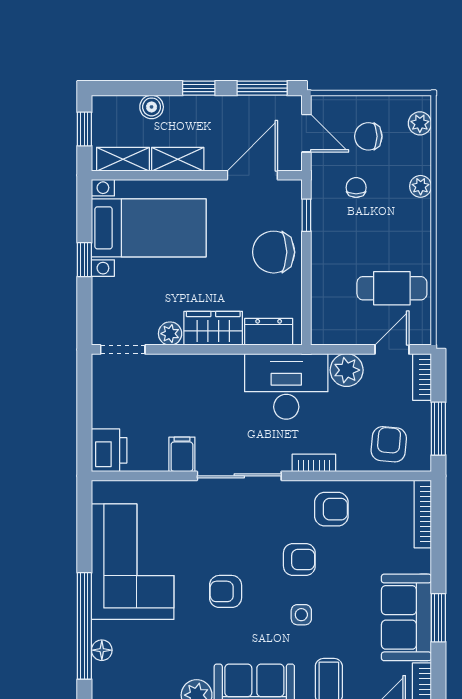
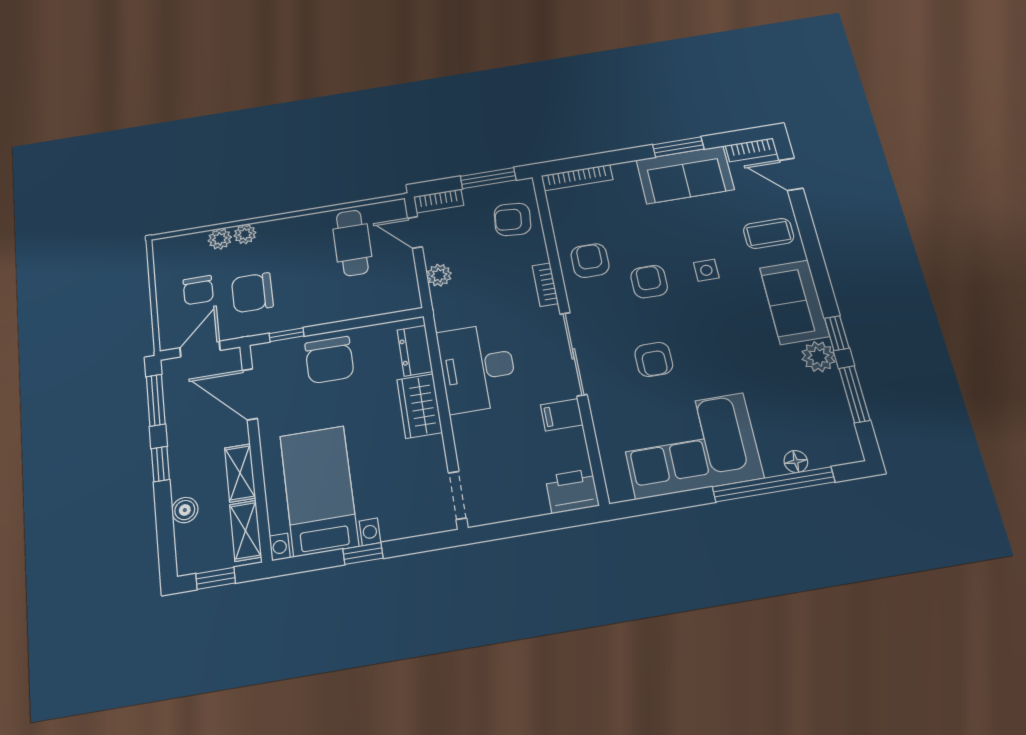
plant: (420, 123) -> (220, 239), moved
chair: (356, 188) -> (252, 293), width x1.87, depth x1.87
plant: (170, 334) -> (432, 449), removed
plant: (347, 370) -> (439, 275), width x0.73, depth x0.73
desk: (286, 386) -> (477, 368), moved
armchair: (226, 591) -> (654, 359), moved

